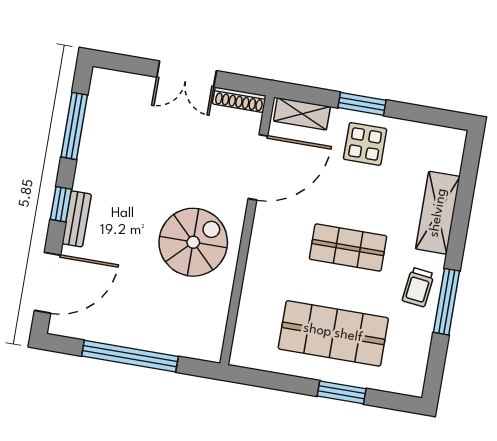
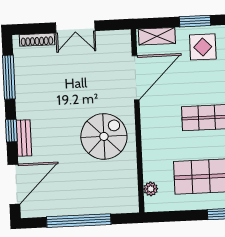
shoe rack: (239, 100) -> (37, 40), moved
plant: (244, 333) -> (151, 189), added

